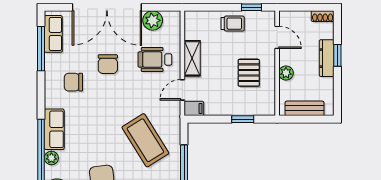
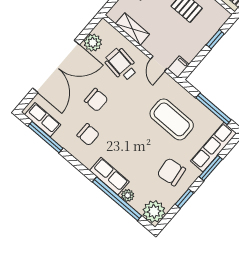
shelving: (192, 58) -> (132, 29), moved
wheelchair: (155, 60) -> (121, 64), turned 98
chair: (73, 82) -> (88, 135), turned -90
coffee table: (145, 140) -> (172, 119), turned 32

